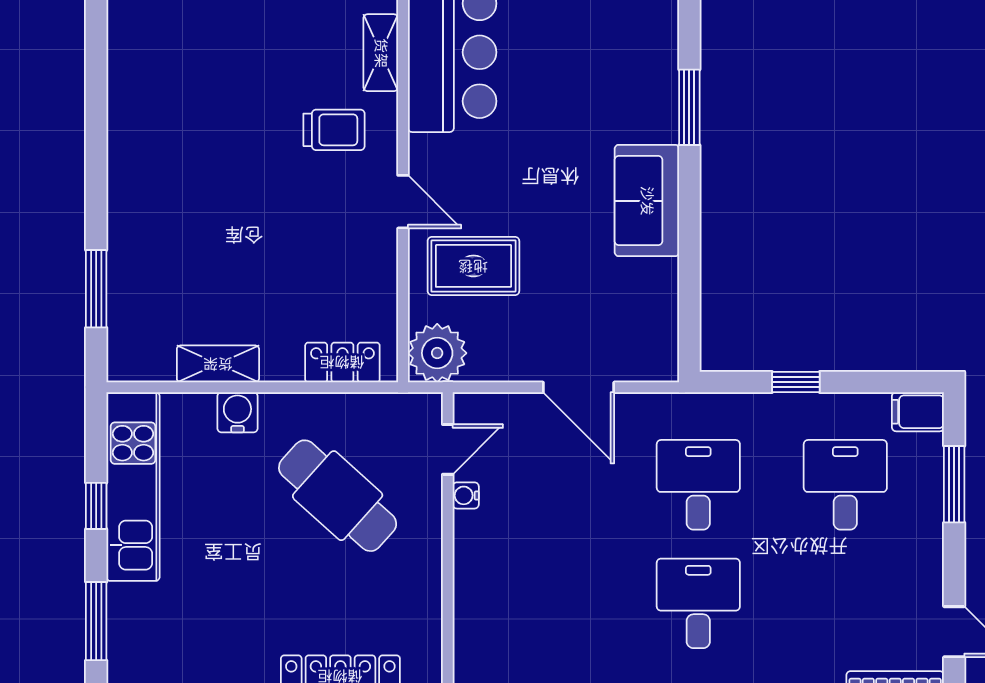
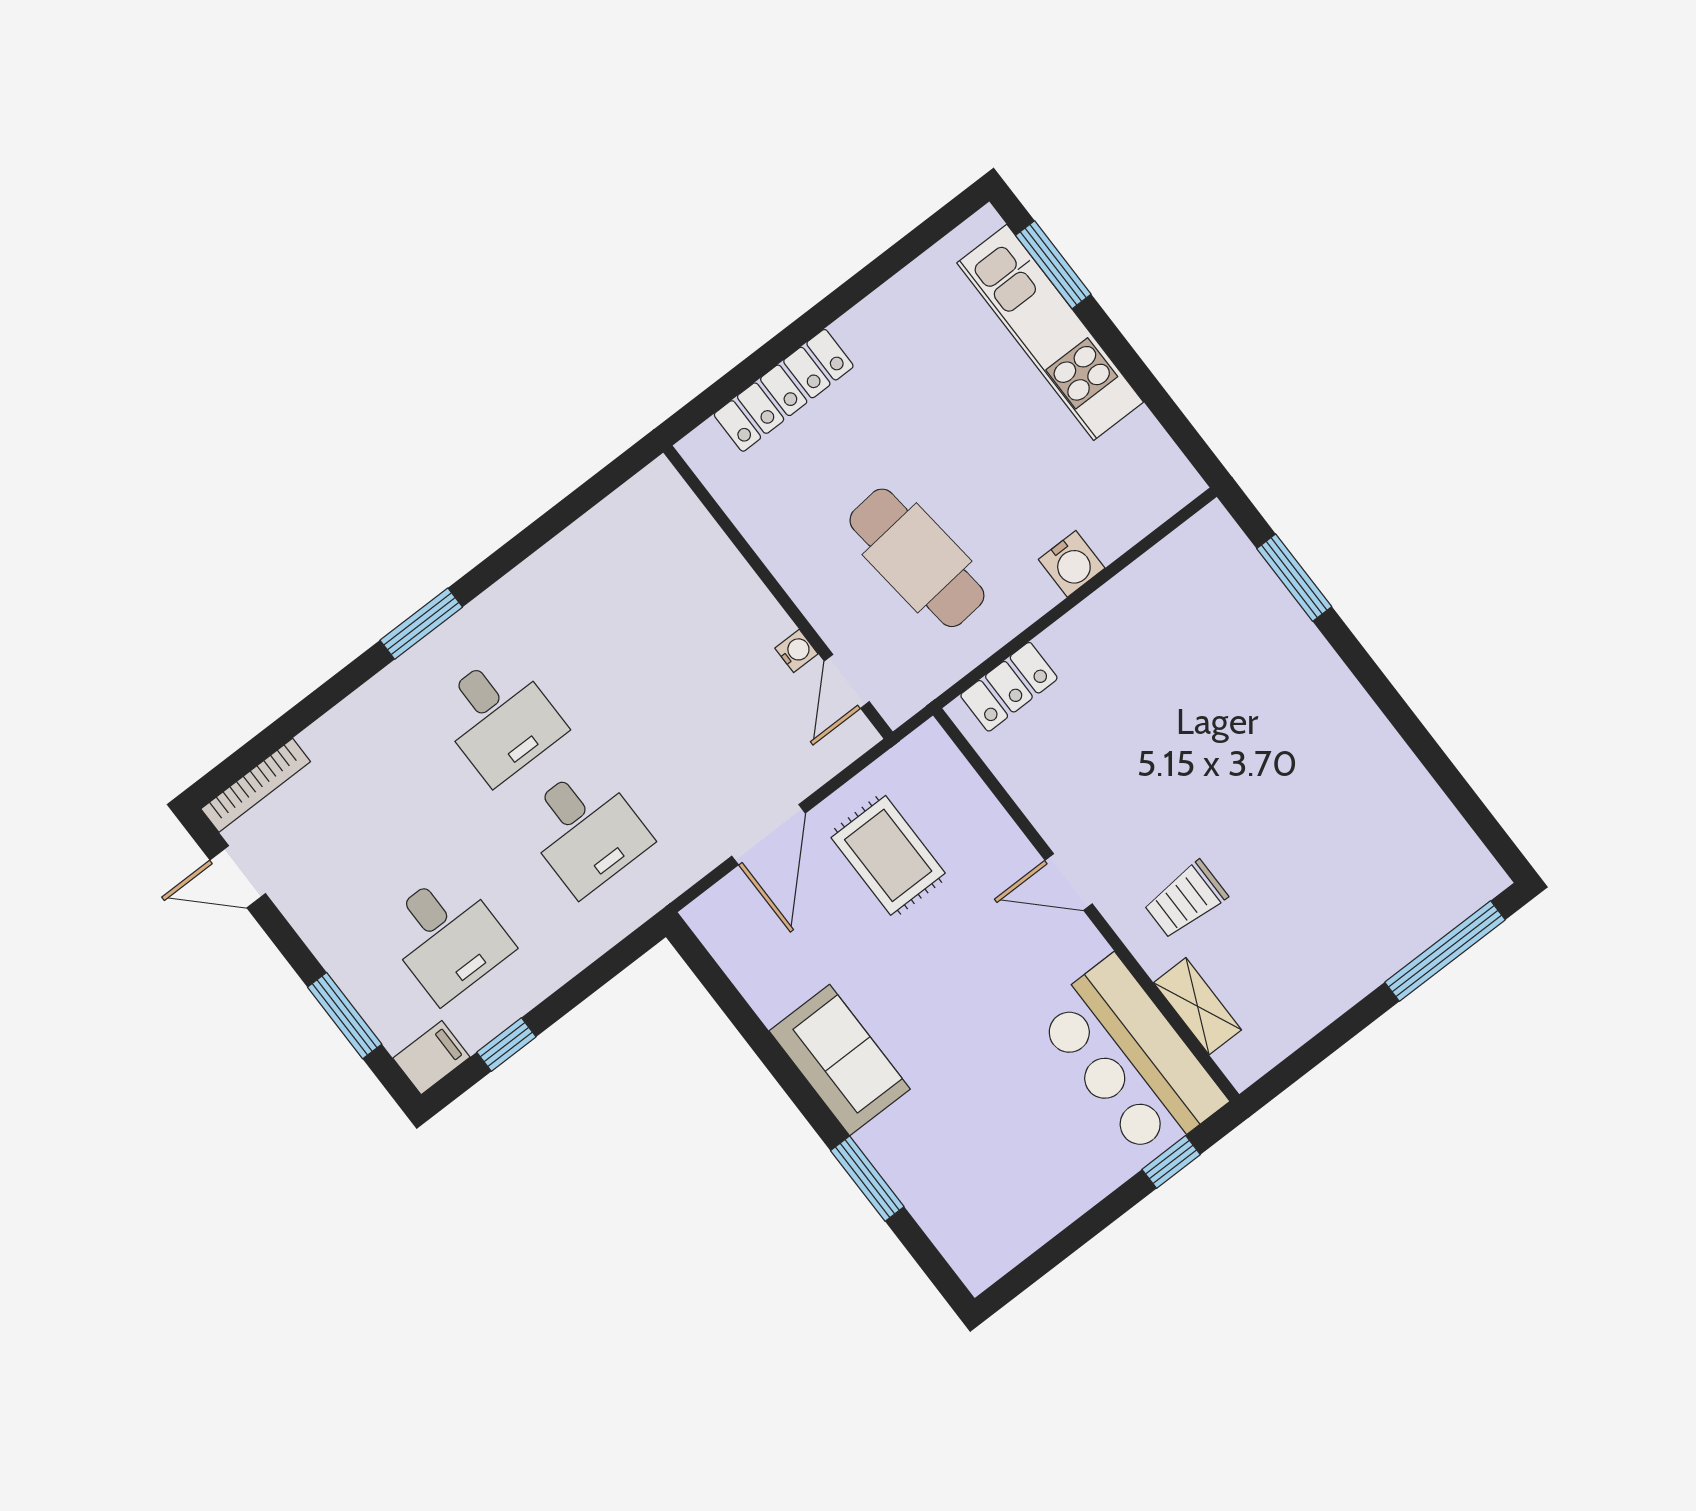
rug: (473, 266) -> (888, 855), moved, turned 90
plant: (437, 353) -> (927, 764), removed
shelving: (218, 364) -> (1125, 595), removed
window: (796, 382) -> (506, 1045), moved
door: (579, 387) -> (769, 835), swing flipped
kitchen unit: (133, 487) -> (1050, 332), moved
cafe table: (338, 496) -> (917, 558), turned 42
window: (96, 506) -> (1137, 373), removed

